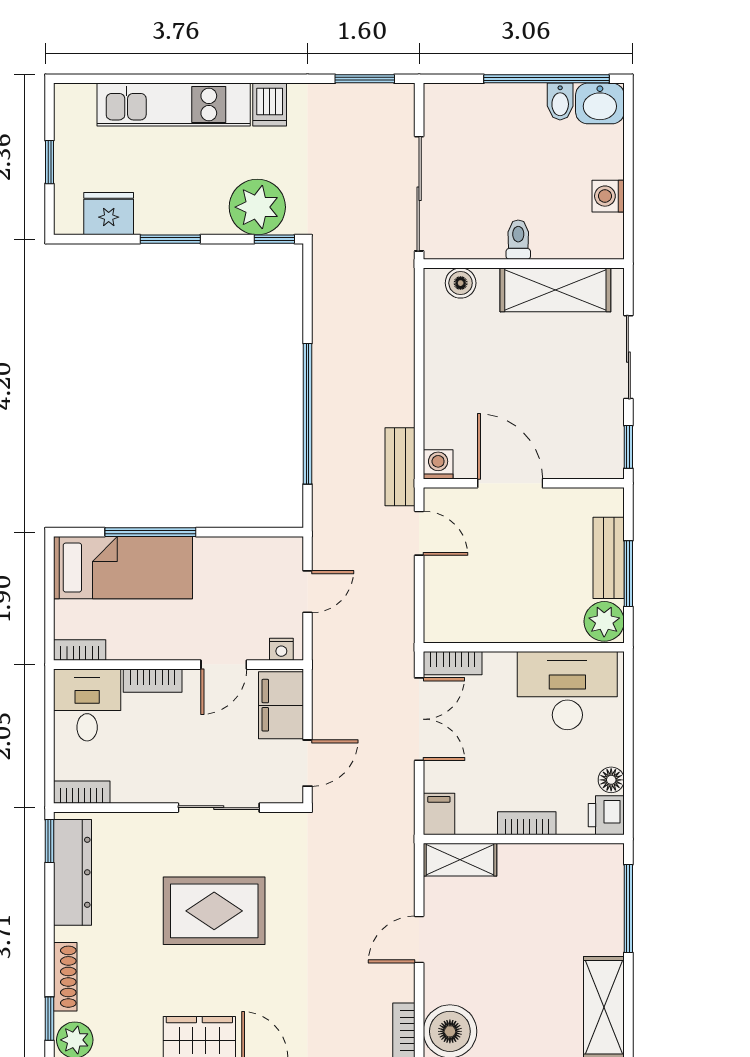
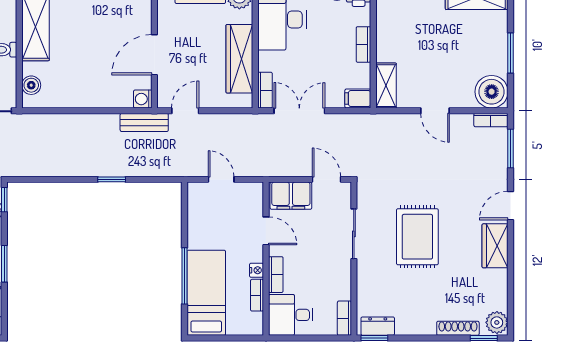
window: (308, 414) -> (112, 179), width x0.32
wardrobe: (504, 621) -> (239, 59), added
nightstand: (281, 649) -> (257, 270), moved
bookcase: (80, 650) -> (257, 295), moved
dresser: (73, 872) -> (378, 326), width x0.51, depth x0.80

